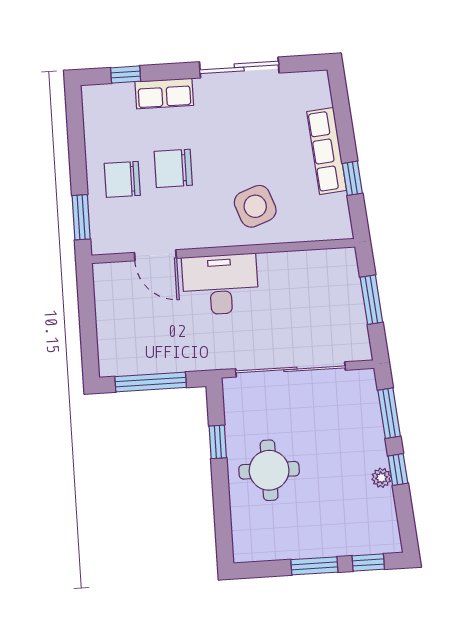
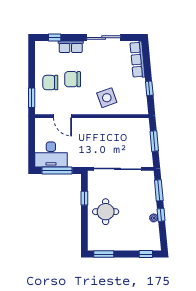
row of seats: (327, 151) -> (137, 60), moved
desk: (220, 284) -> (51, 155), moved, turned 180
window: (314, 566) -> (104, 254), moved

